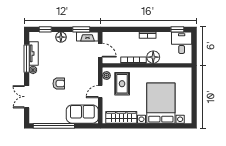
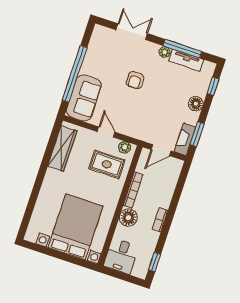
desk: (182, 43) -> (121, 256), moved, turned 90
bed with nightstands: (161, 103) -> (76, 227), moved, turned -90
window: (54, 126) -> (75, 74), moved

